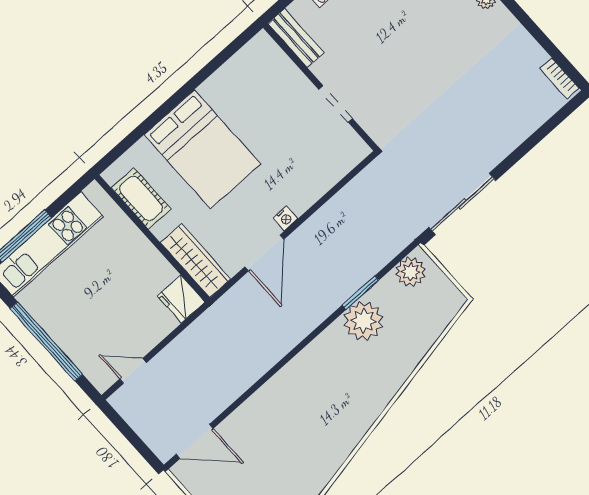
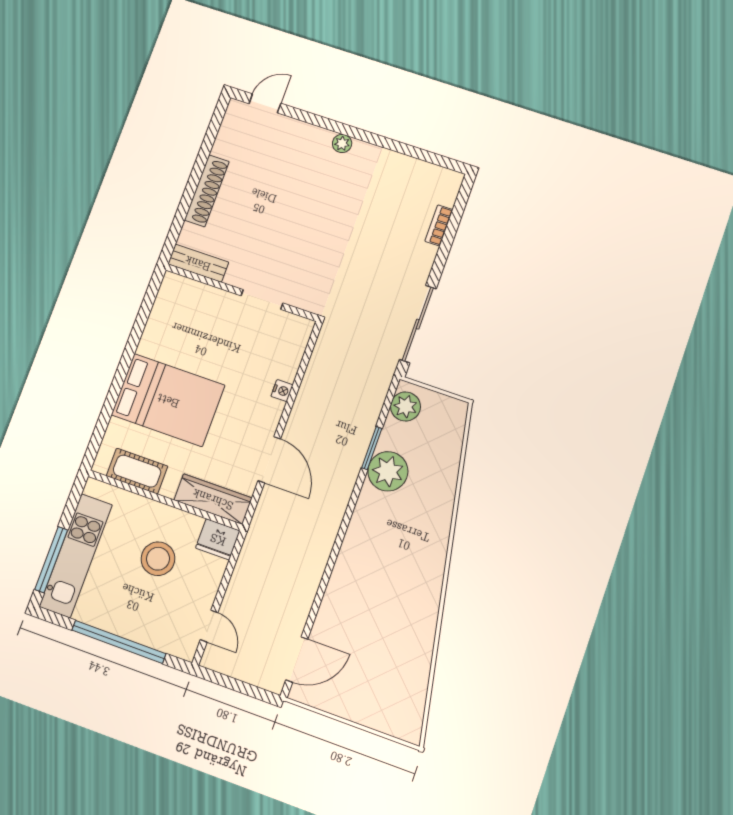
bookcase: (559, 78) -> (439, 225), moved, turned 90
nightstand: (285, 218) -> (282, 391), moved
stool: (119, 287) -> (158, 559), added
door: (133, 371) -> (209, 626), swing flipped

